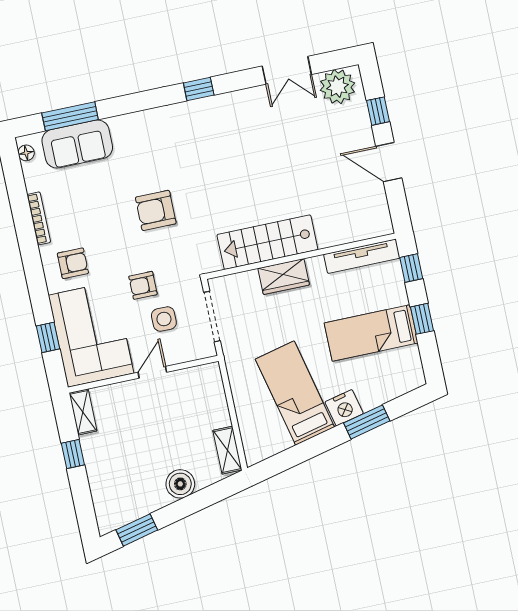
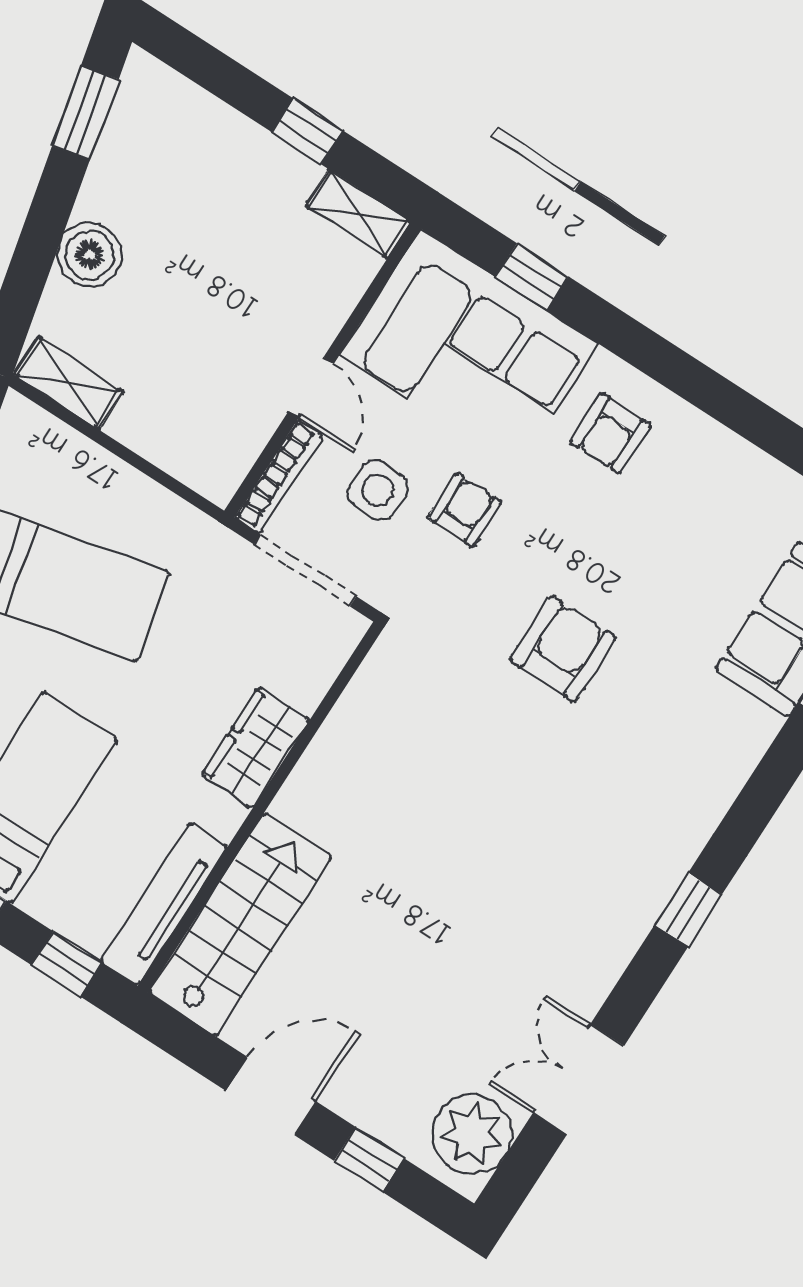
bookcase: (39, 218) -> (279, 476), moved, turned -90
stairs: (267, 242) -> (240, 924), moved

